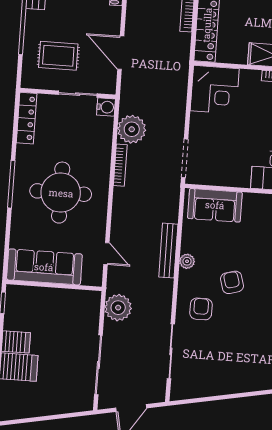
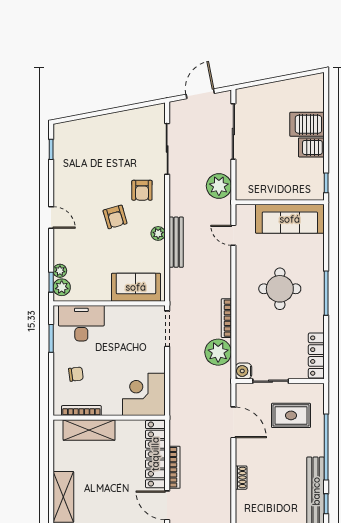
round table: (61, 193) -> (280, 289), width x0.73, depth x0.73

